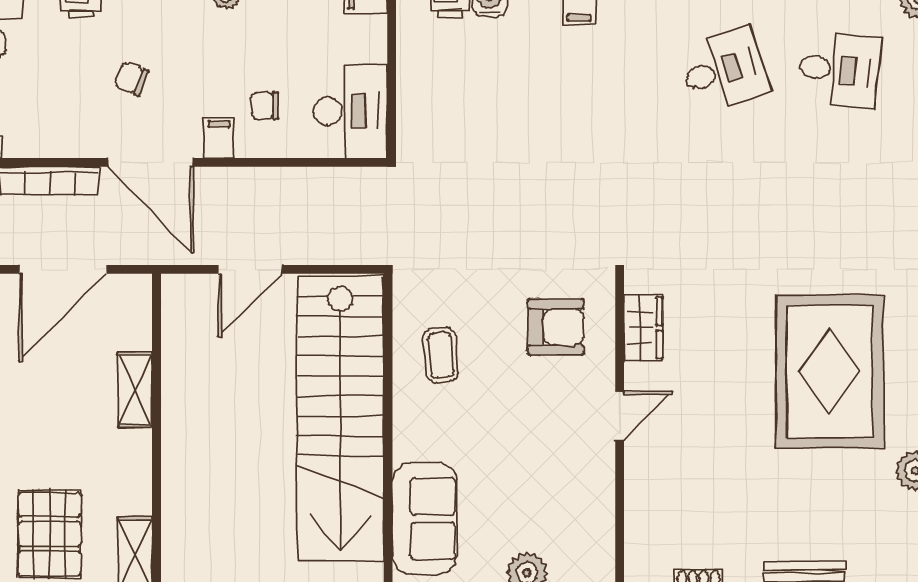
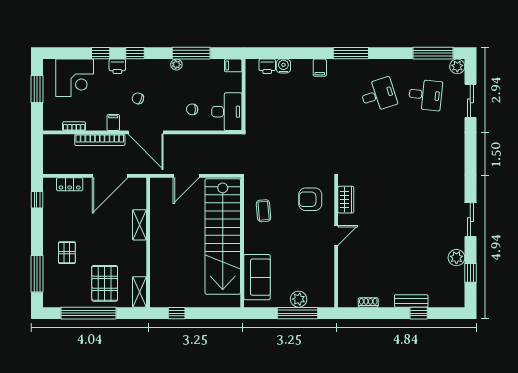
filing cabinet: (219, 138) -> (113, 123), moved
armchair: (556, 327) -> (310, 199), turned 180
rug: (830, 372) -> (421, 217), removed

